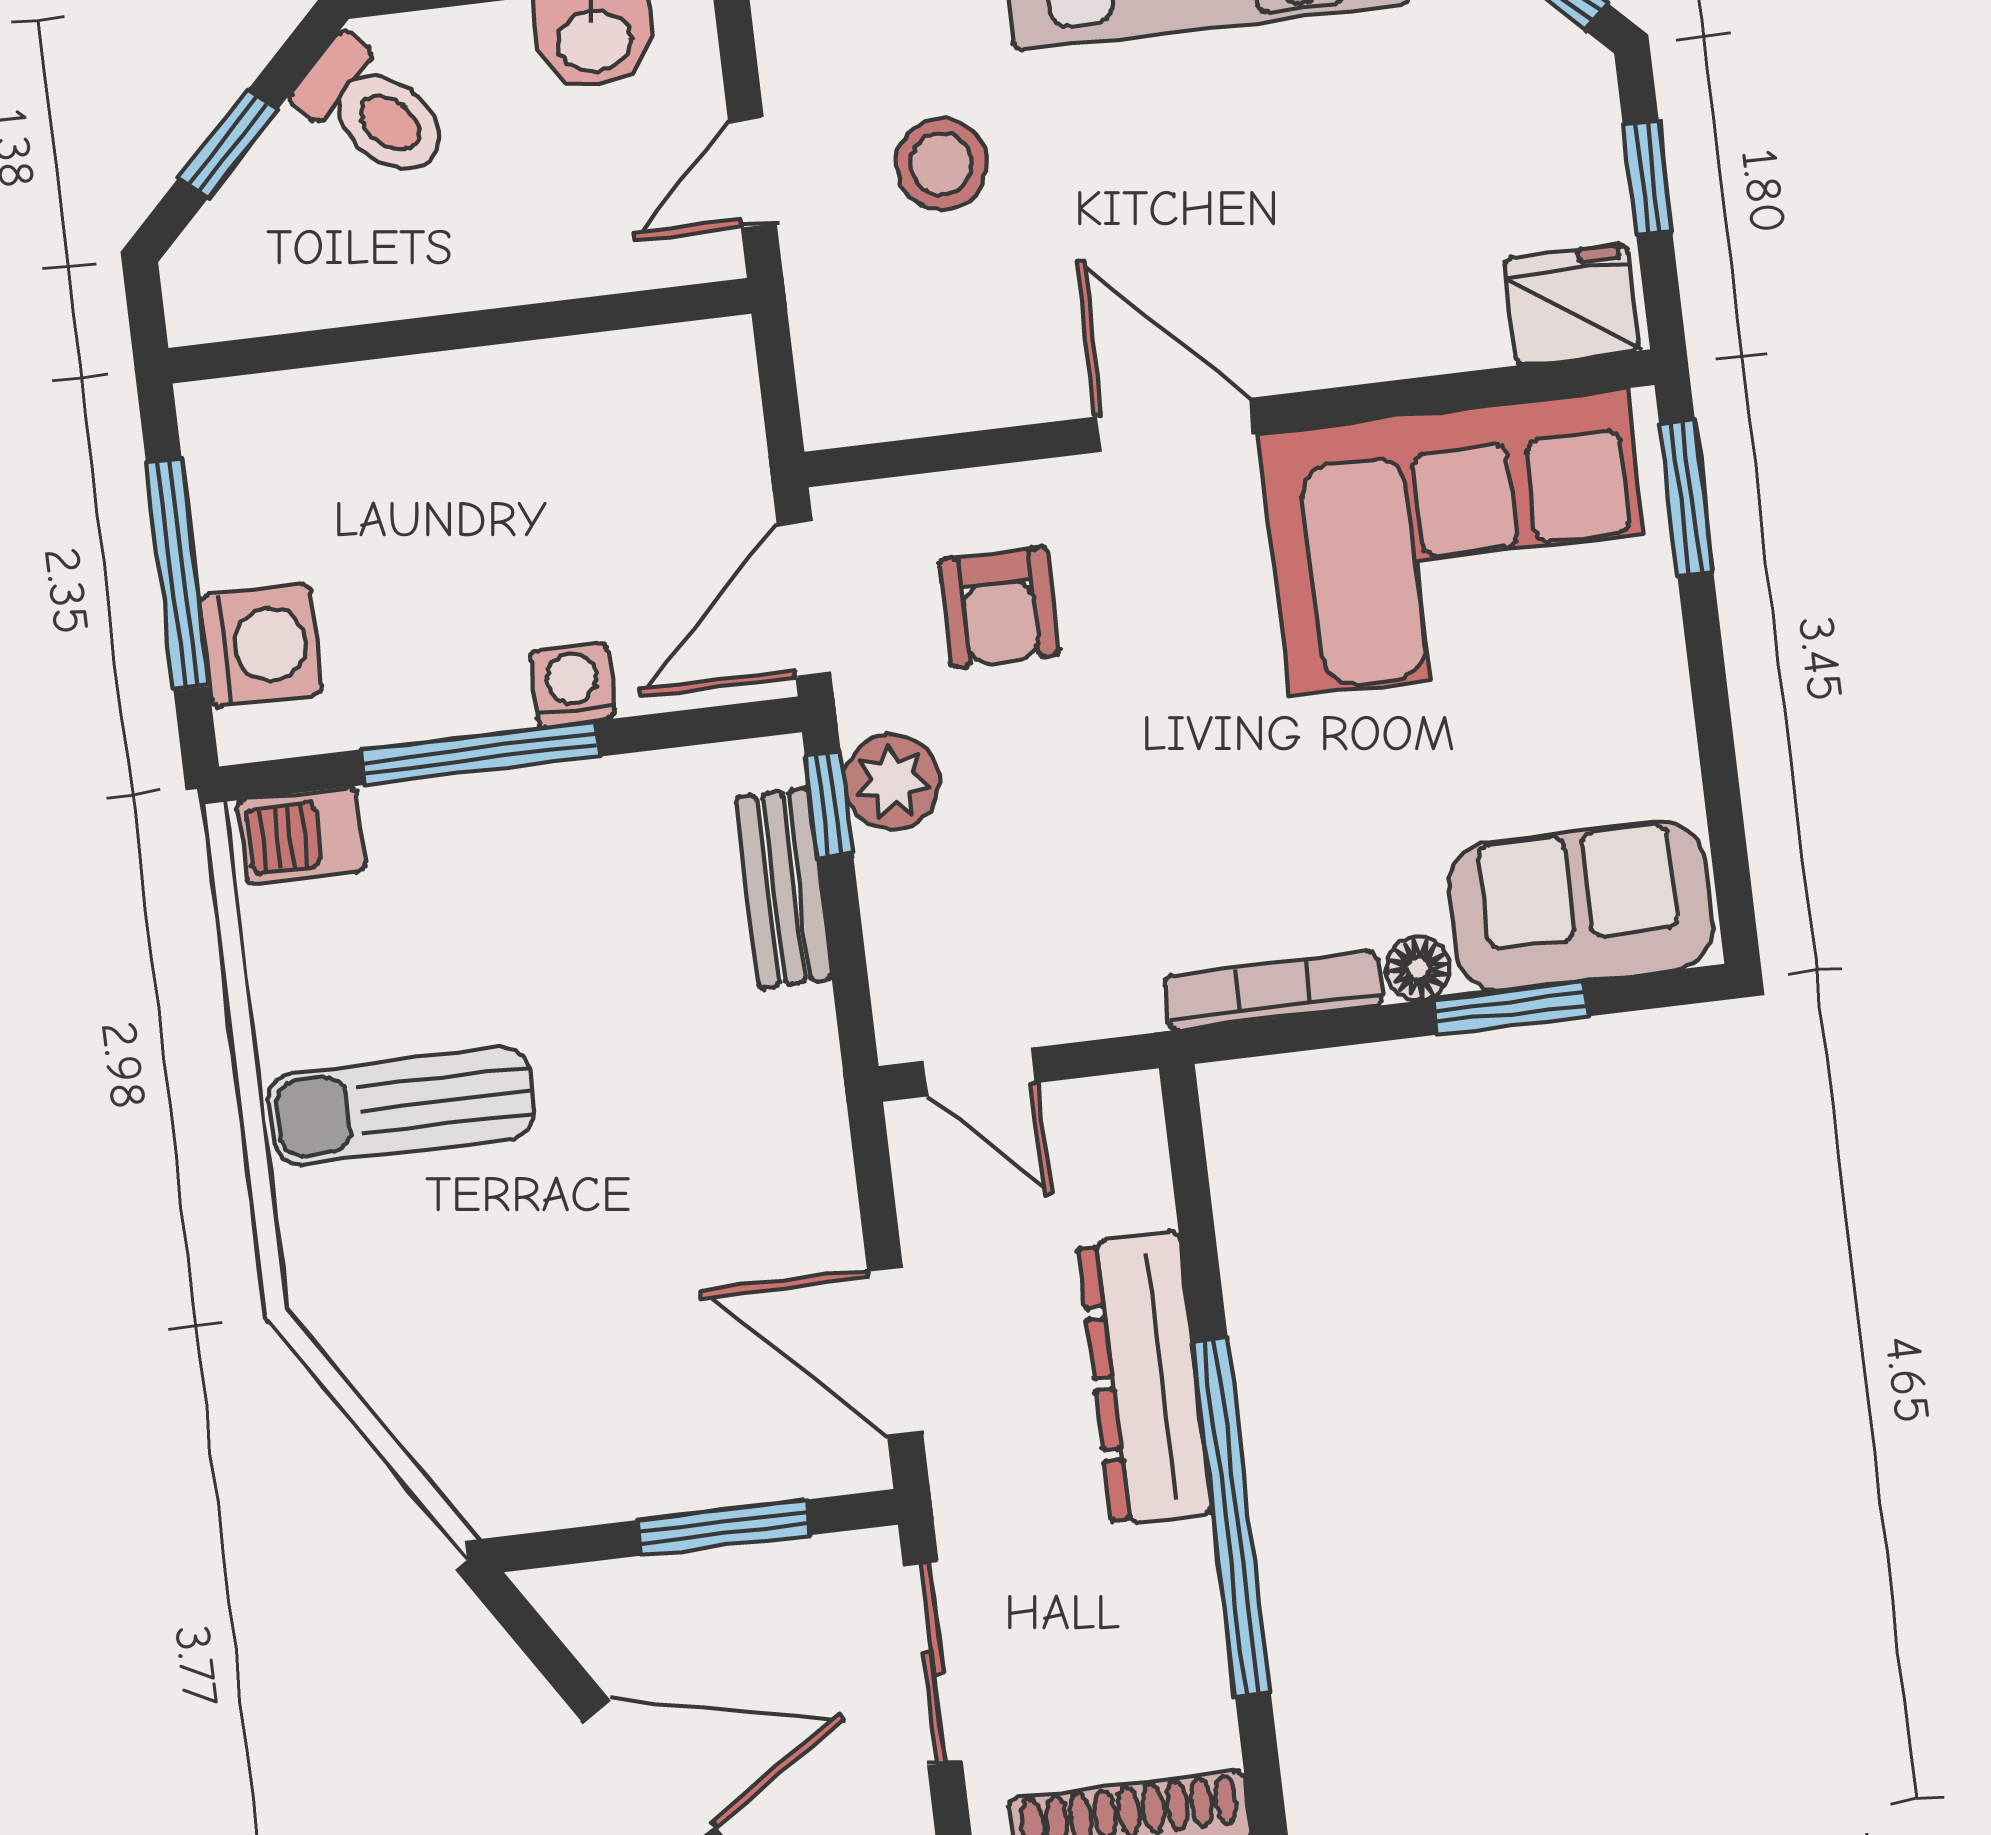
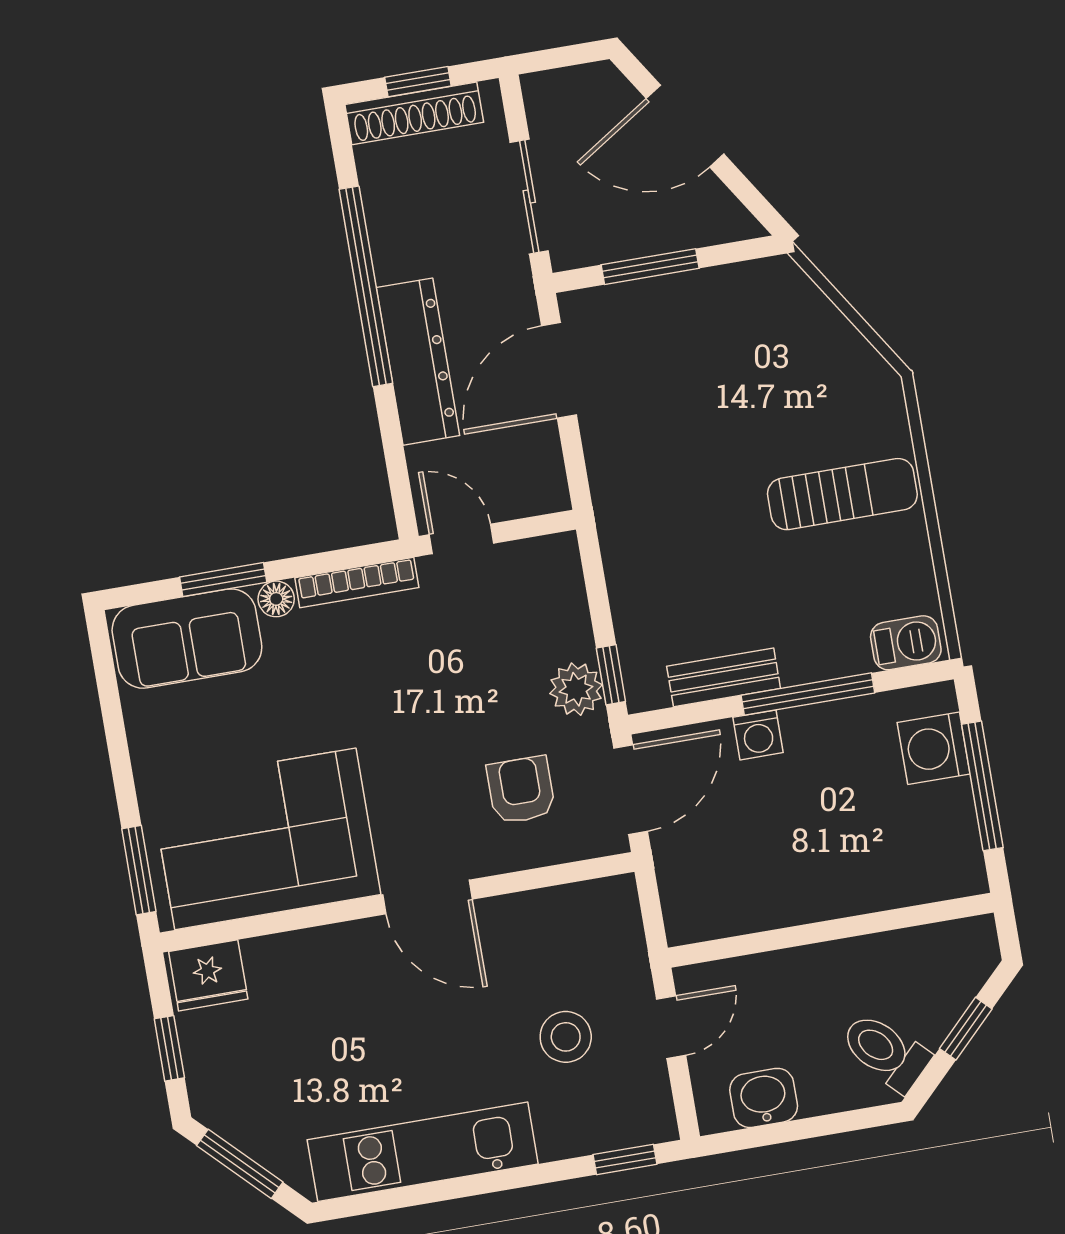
bench: (784, 888) -> (724, 677), moved, turned 90
door: (981, 1072) -> (461, 539), moved
door: (895, 1351) -> (559, 370), swing flipped

